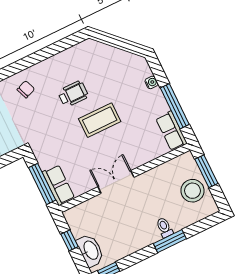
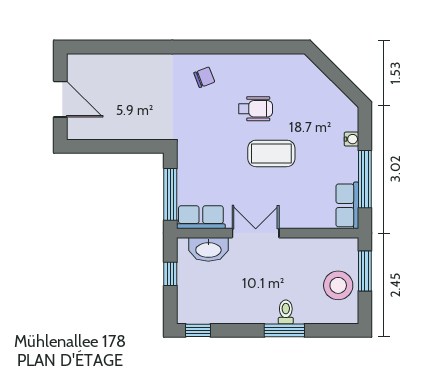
row of seats: (58, 185) -> (201, 217), moved, turned -90
washbasin: (90, 250) -> (208, 249), moved, turned 90

